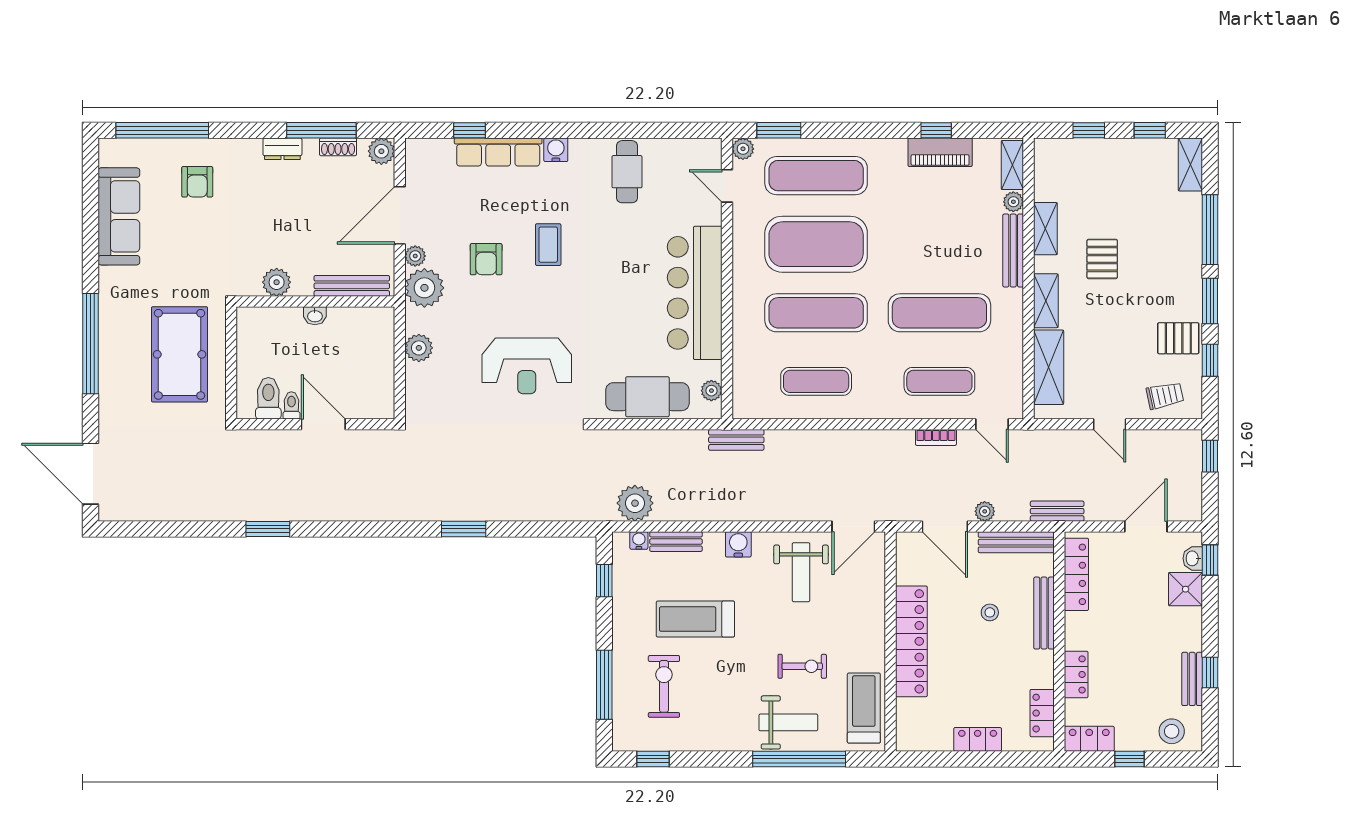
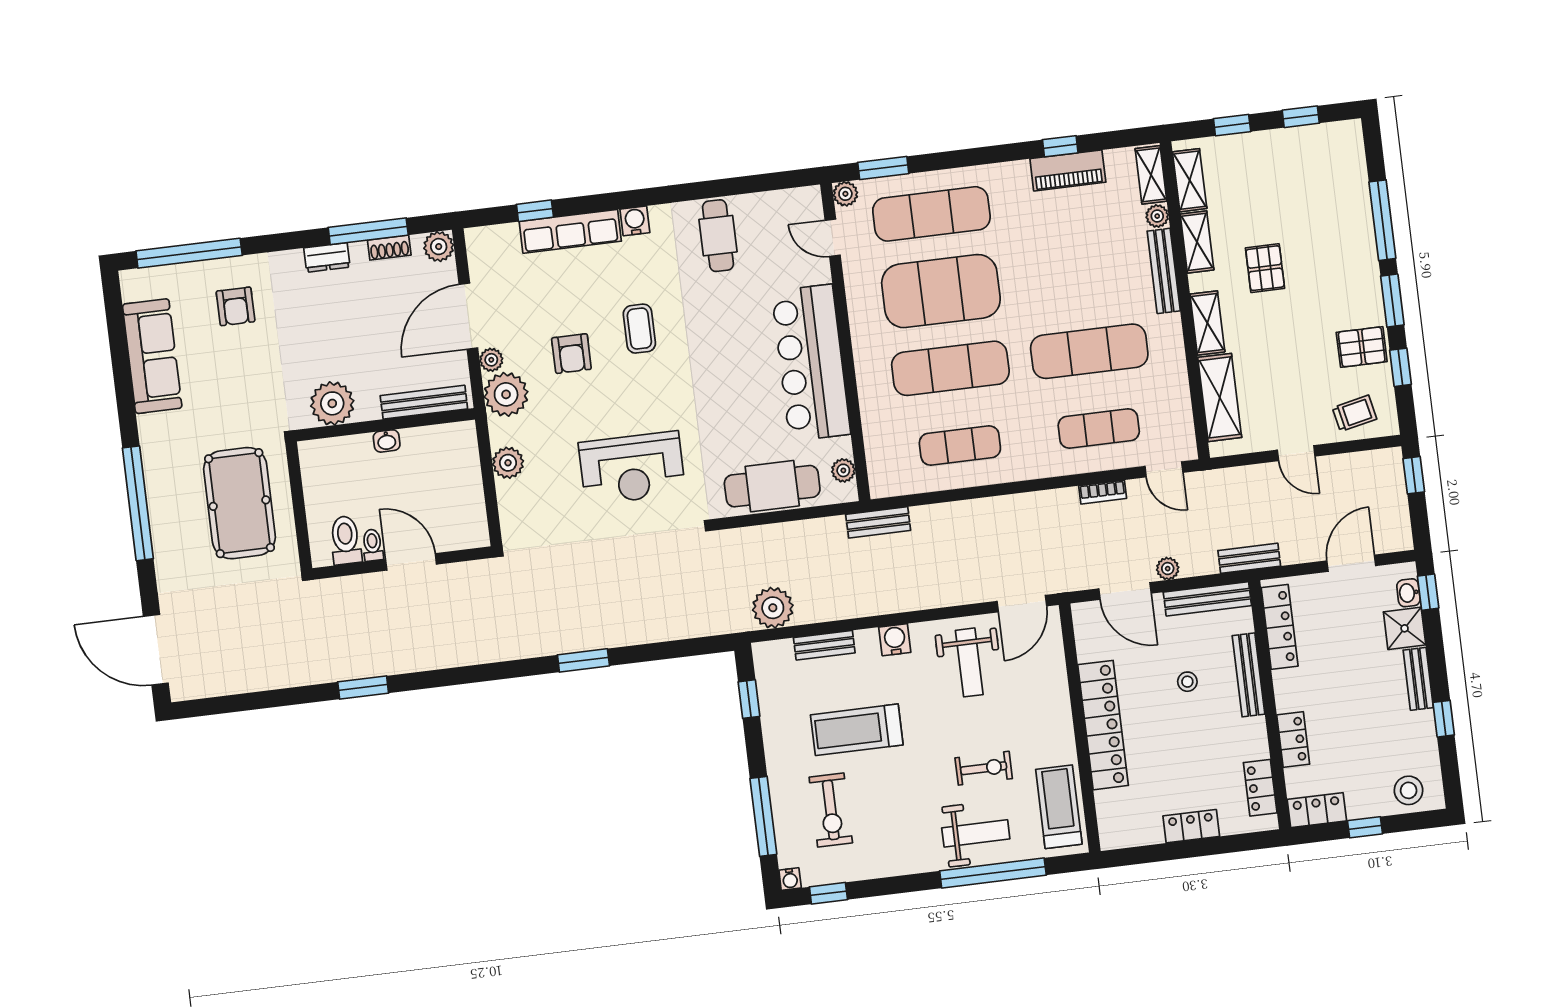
shelving: (1190, 165) -> (1190, 180), moved
plant: (277, 282) -> (332, 403), width x1.36, depth x1.36
water cooler: (639, 540) -> (790, 879), moved, turned 180
bench: (1192, 679) -> (1418, 679), moved
exercise bike: (664, 686) -> (831, 810), turned 180

